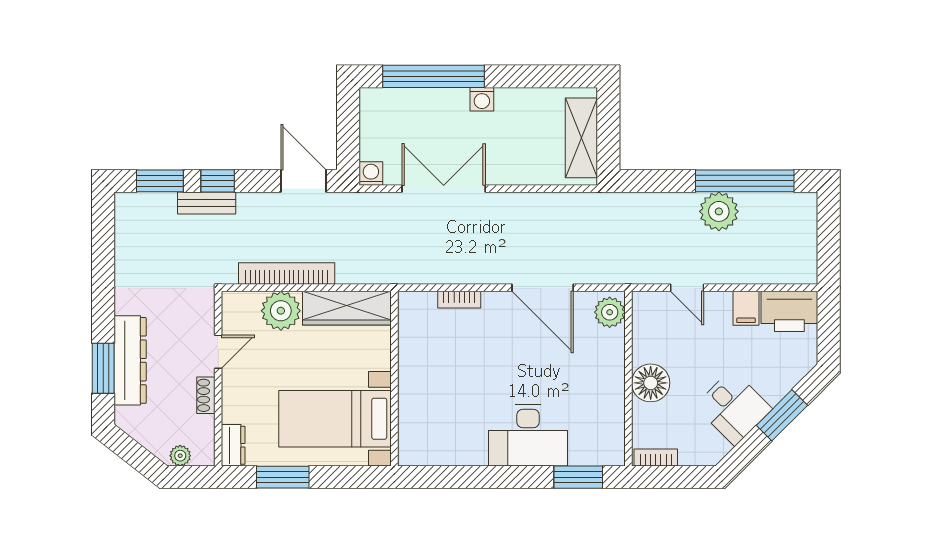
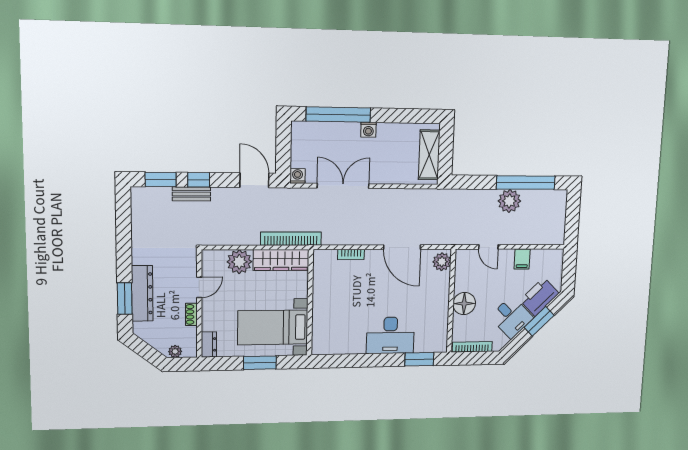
bookcase: (287, 274) -> (291, 239), moved
printer: (789, 311) -> (539, 297), moved, turned 135
bookcase: (656, 457) -> (472, 347), width x1.56
window: (283, 477) -> (260, 363), moved

